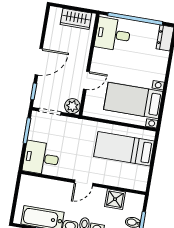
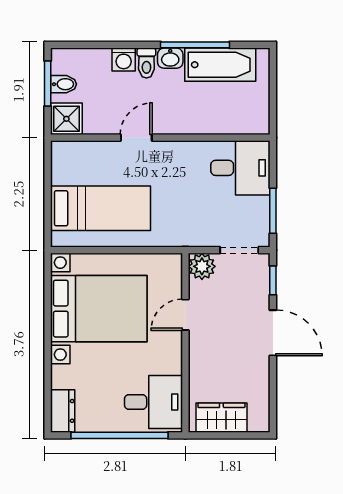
door: (39, 62) -> (273, 333), swing flipped
bed with nightstands: (133, 101) -> (99, 309), width x1.36
door: (84, 183) -> (136, 138), moved
shower: (115, 199) -> (66, 119), moved

